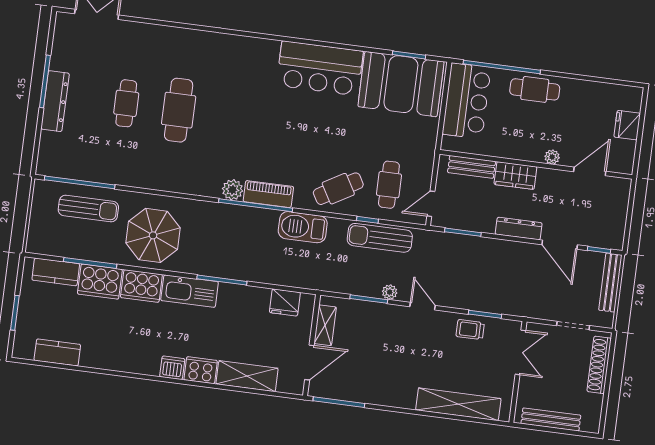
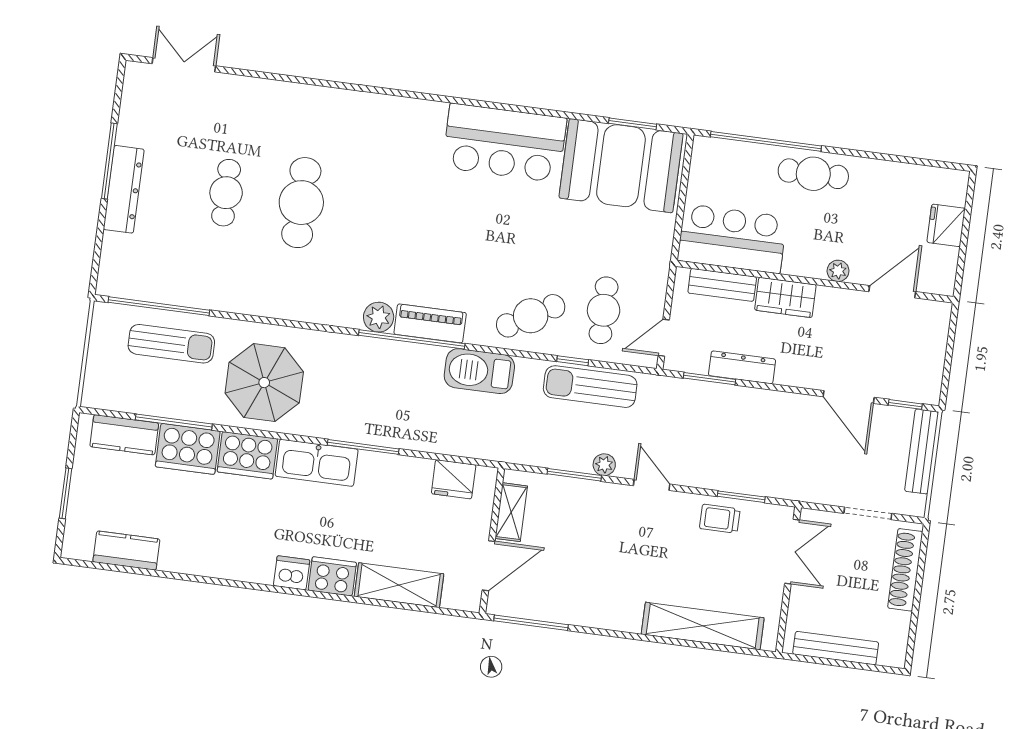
bar counter: (466, 101) -> (732, 239), moved, turned -90
dresser: (519, 229) -> (742, 367), moved

